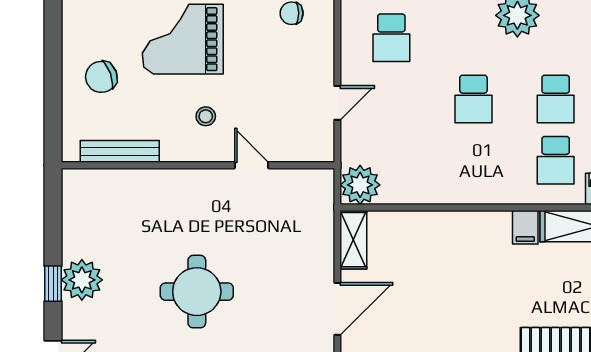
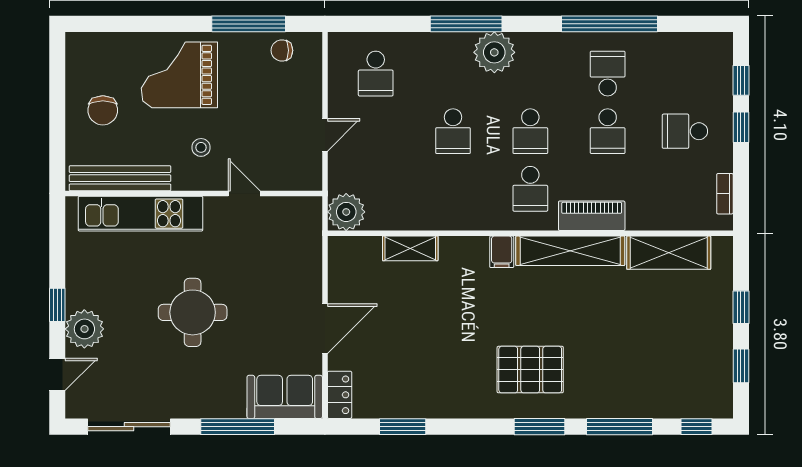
chair: (101, 77) -> (103, 110), turned -70
bench: (120, 151) -> (120, 178), width x1.37, depth x1.21
kitchen unit: (141, 187) -> (140, 214), added
shelving: (353, 240) -> (410, 248), moved, turned 90
plant: (82, 280) -> (84, 329), moved

